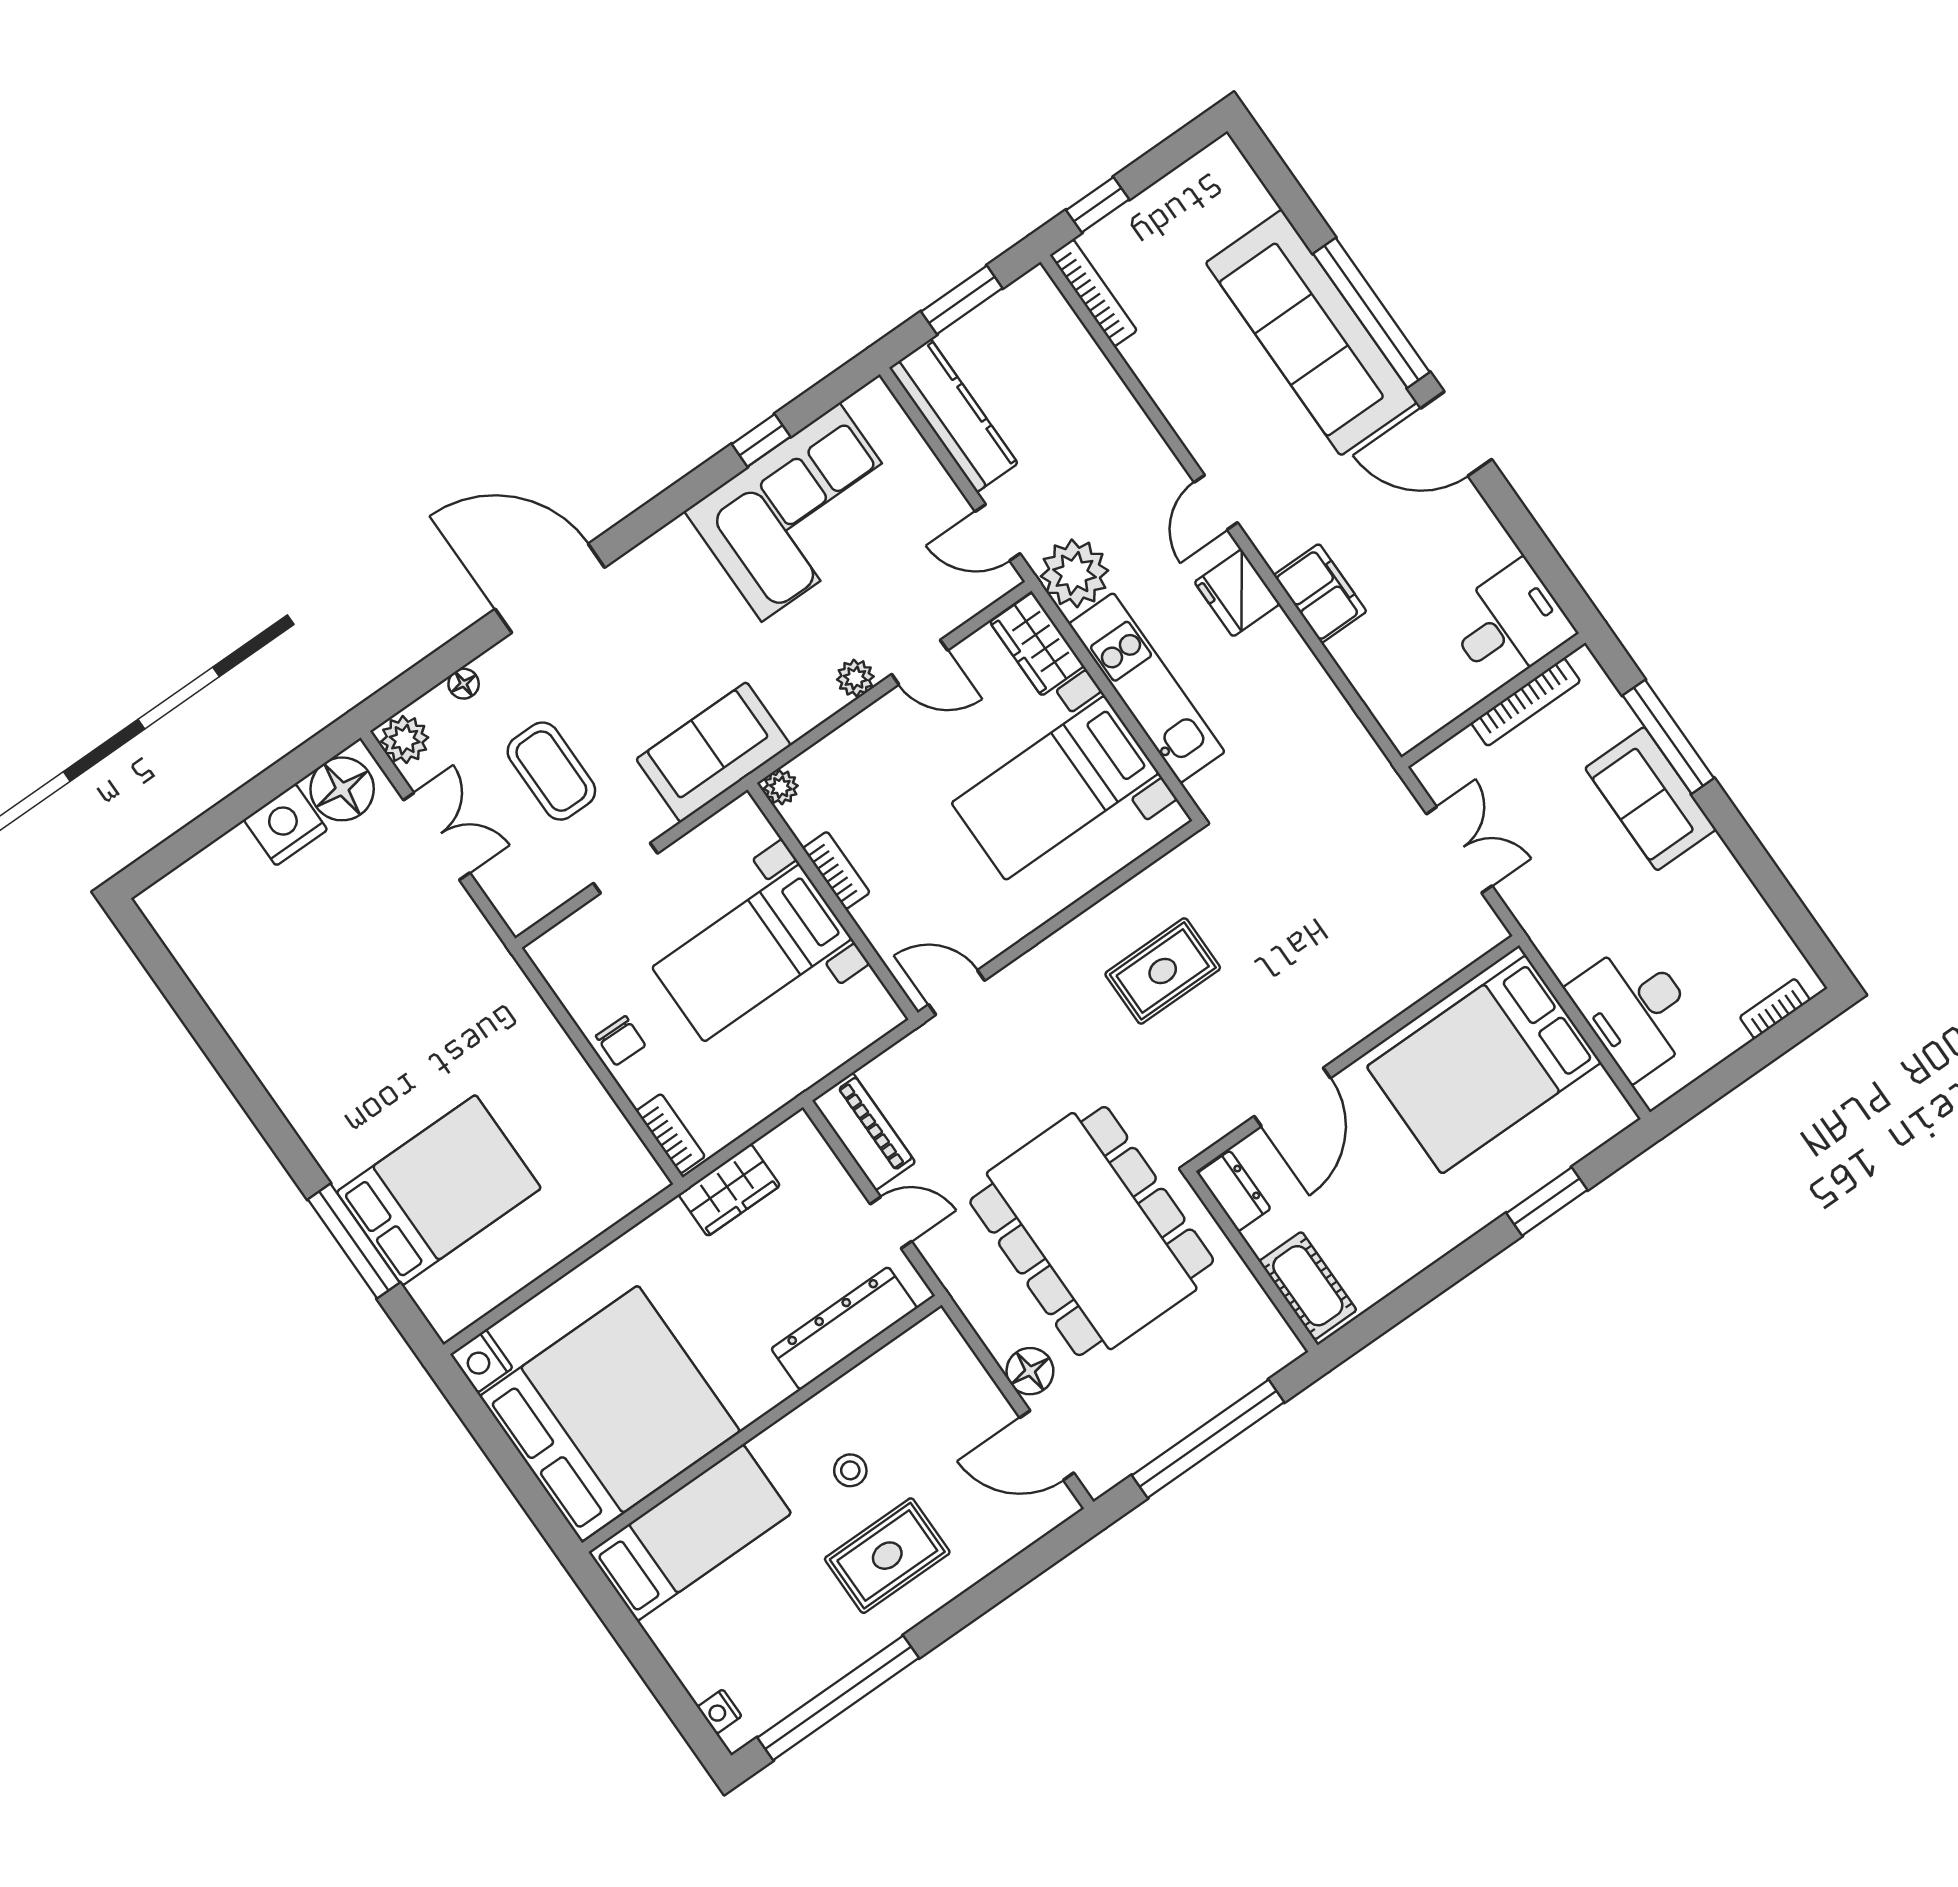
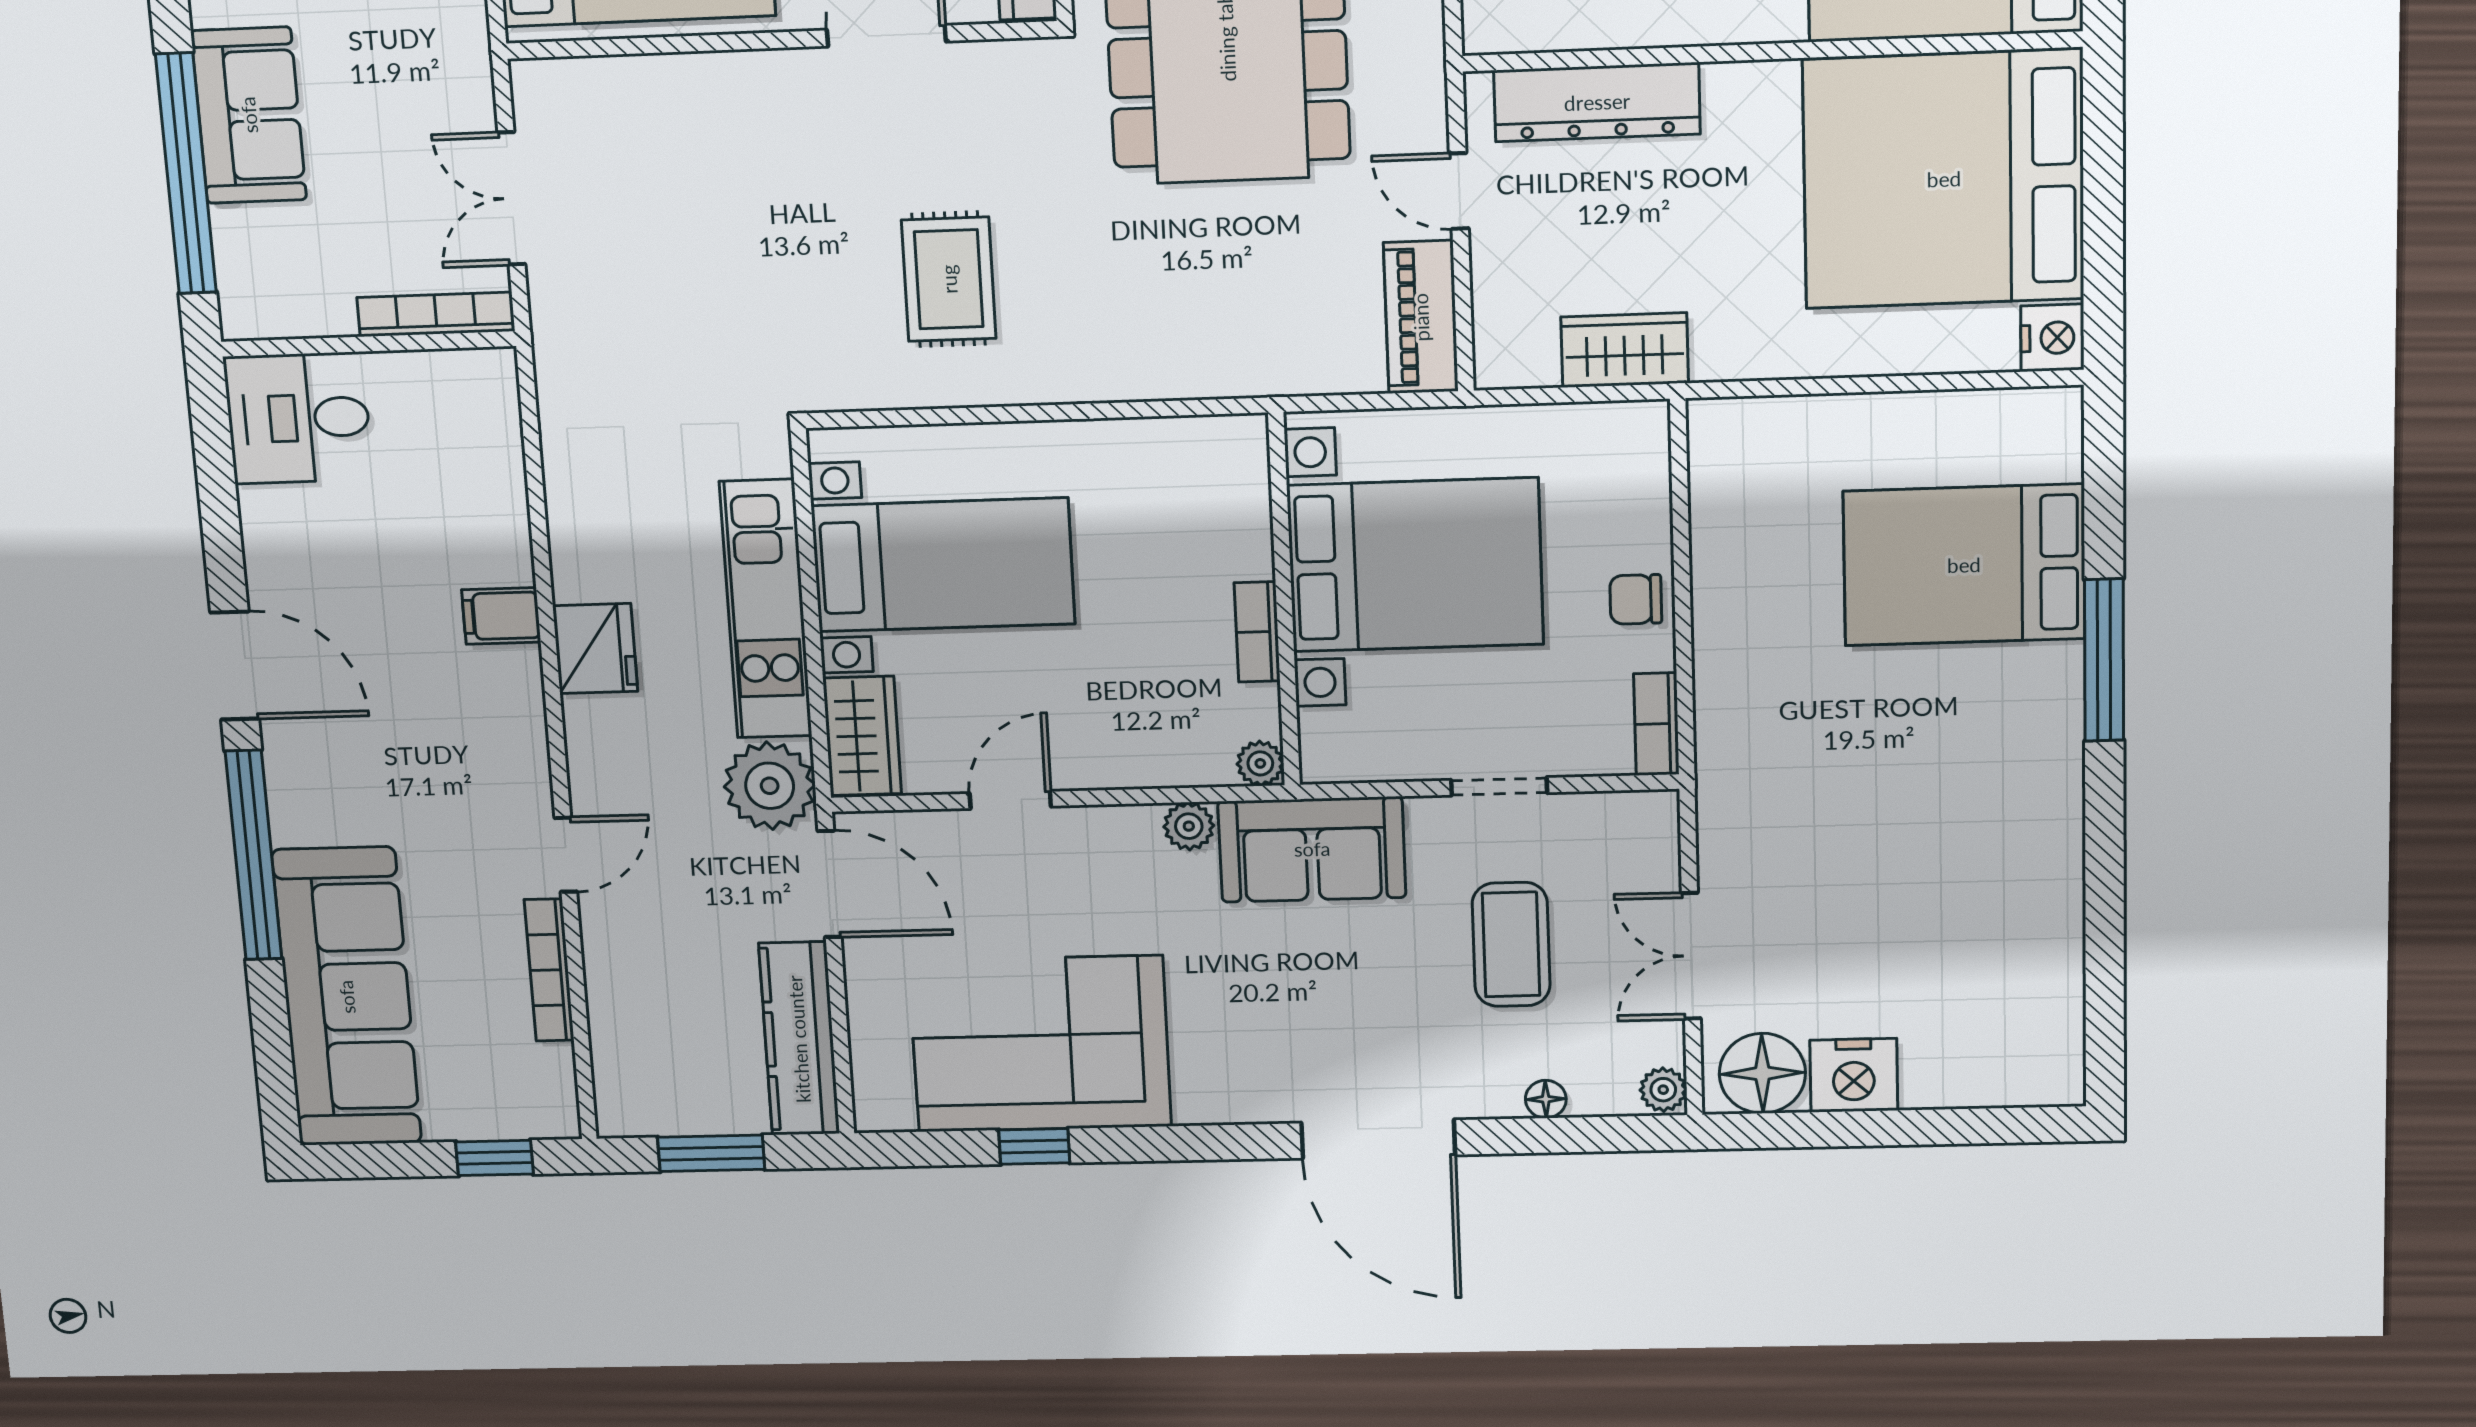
bookcase: (1093, 293) -> (549, 970), moved
sofa: (1311, 333) -> (347, 997), moved
door: (1216, 502) -> (566, 855), moved
door: (998, 532) -> (830, 884), width x1.38
filing cabinet: (1320, 593) -> (501, 616), width x0.50
door: (920, 662) -> (1010, 800), hinge flipped
plant: (855, 678) -> (1189, 826), moved
bookcase: (1526, 702) -> (436, 314), moved
window: (1668, 737) -> (186, 174), width x1.46
plant: (405, 740) -> (1663, 1090), width x0.73, depth x0.73
bed with nightstands: (752, 953) -> (1415, 565), width x1.36
rug: (1163, 971) -> (949, 279), turned 90
door: (957, 993) -> (1207, 407), removed
chair: (621, 1041) -> (1636, 599), turned -91
bookcase: (671, 1134) -> (1656, 724), moved
window: (354, 1241) -> (2104, 660), moved

